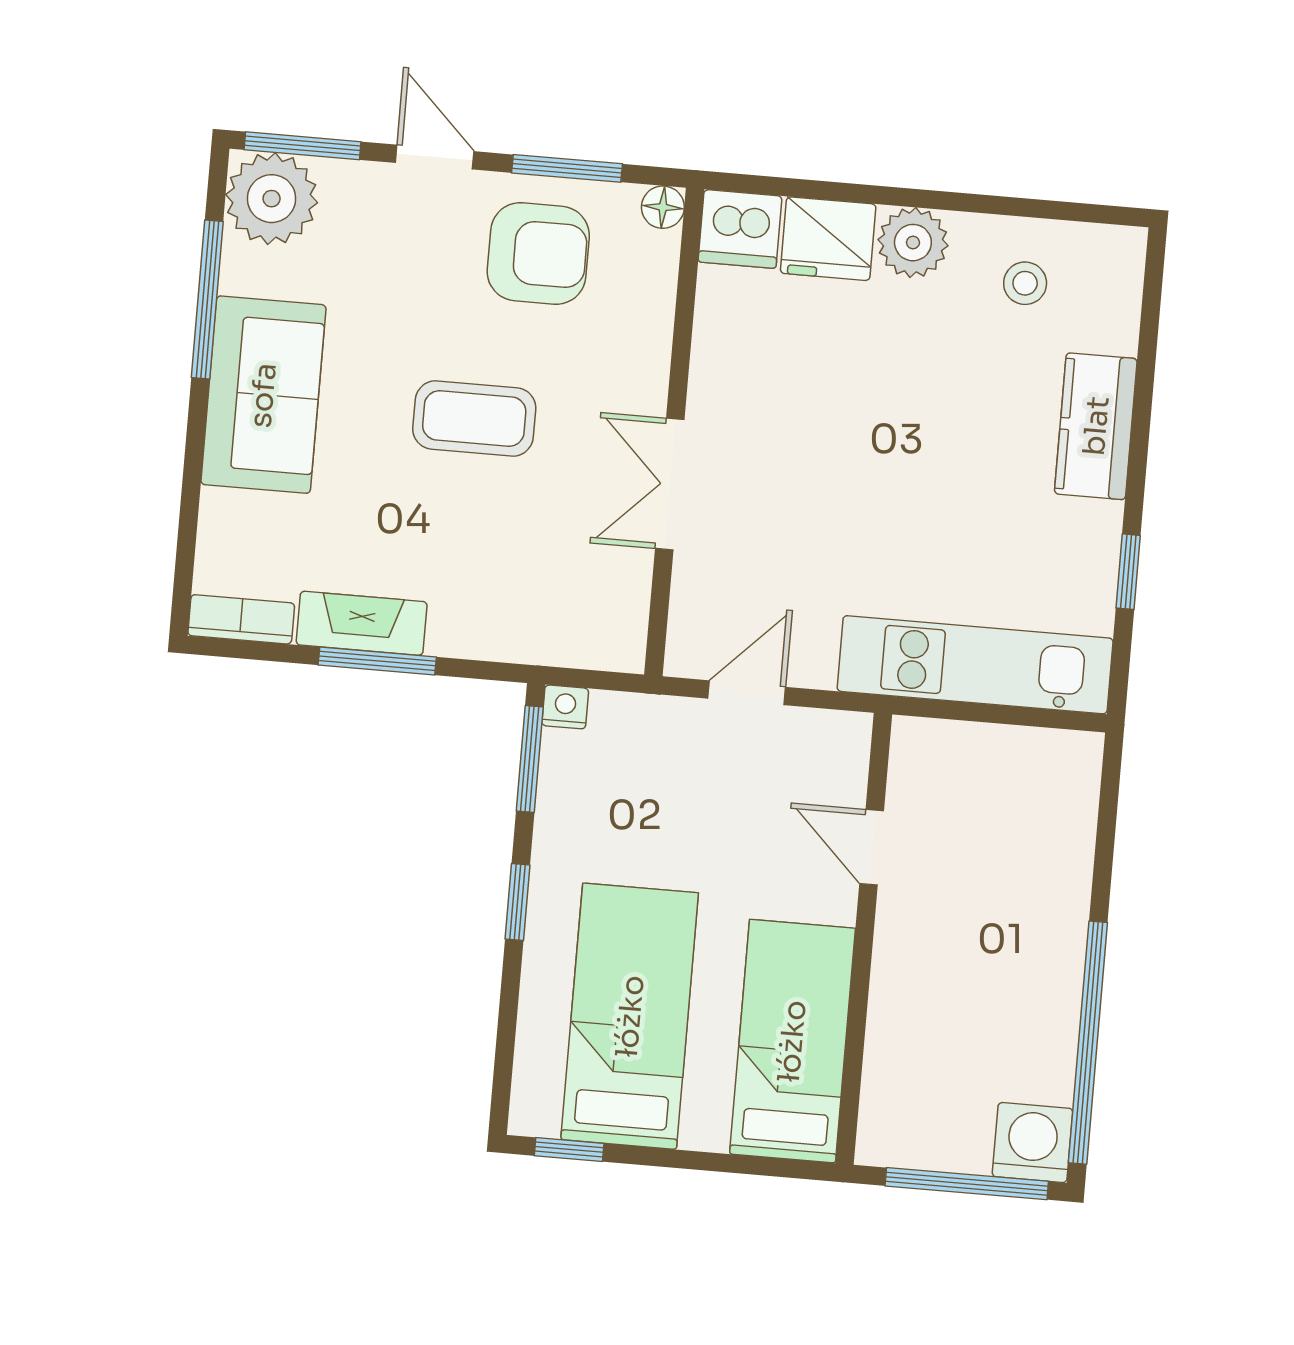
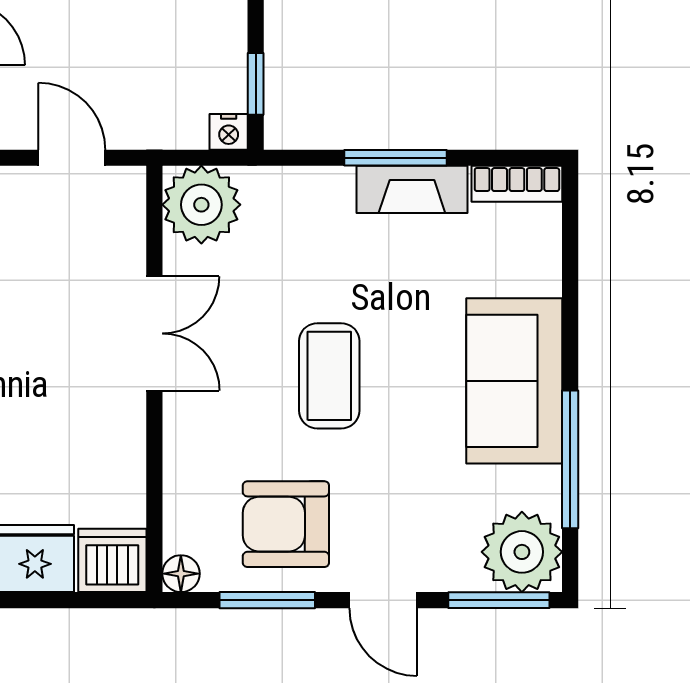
coffee table: (474, 418) -> (329, 376), turned 90
plant: (604, 626) -> (201, 205), added
door: (747, 693) -> (72, 158), swing flipped
window: (530, 759) -> (256, 84), width x0.67

